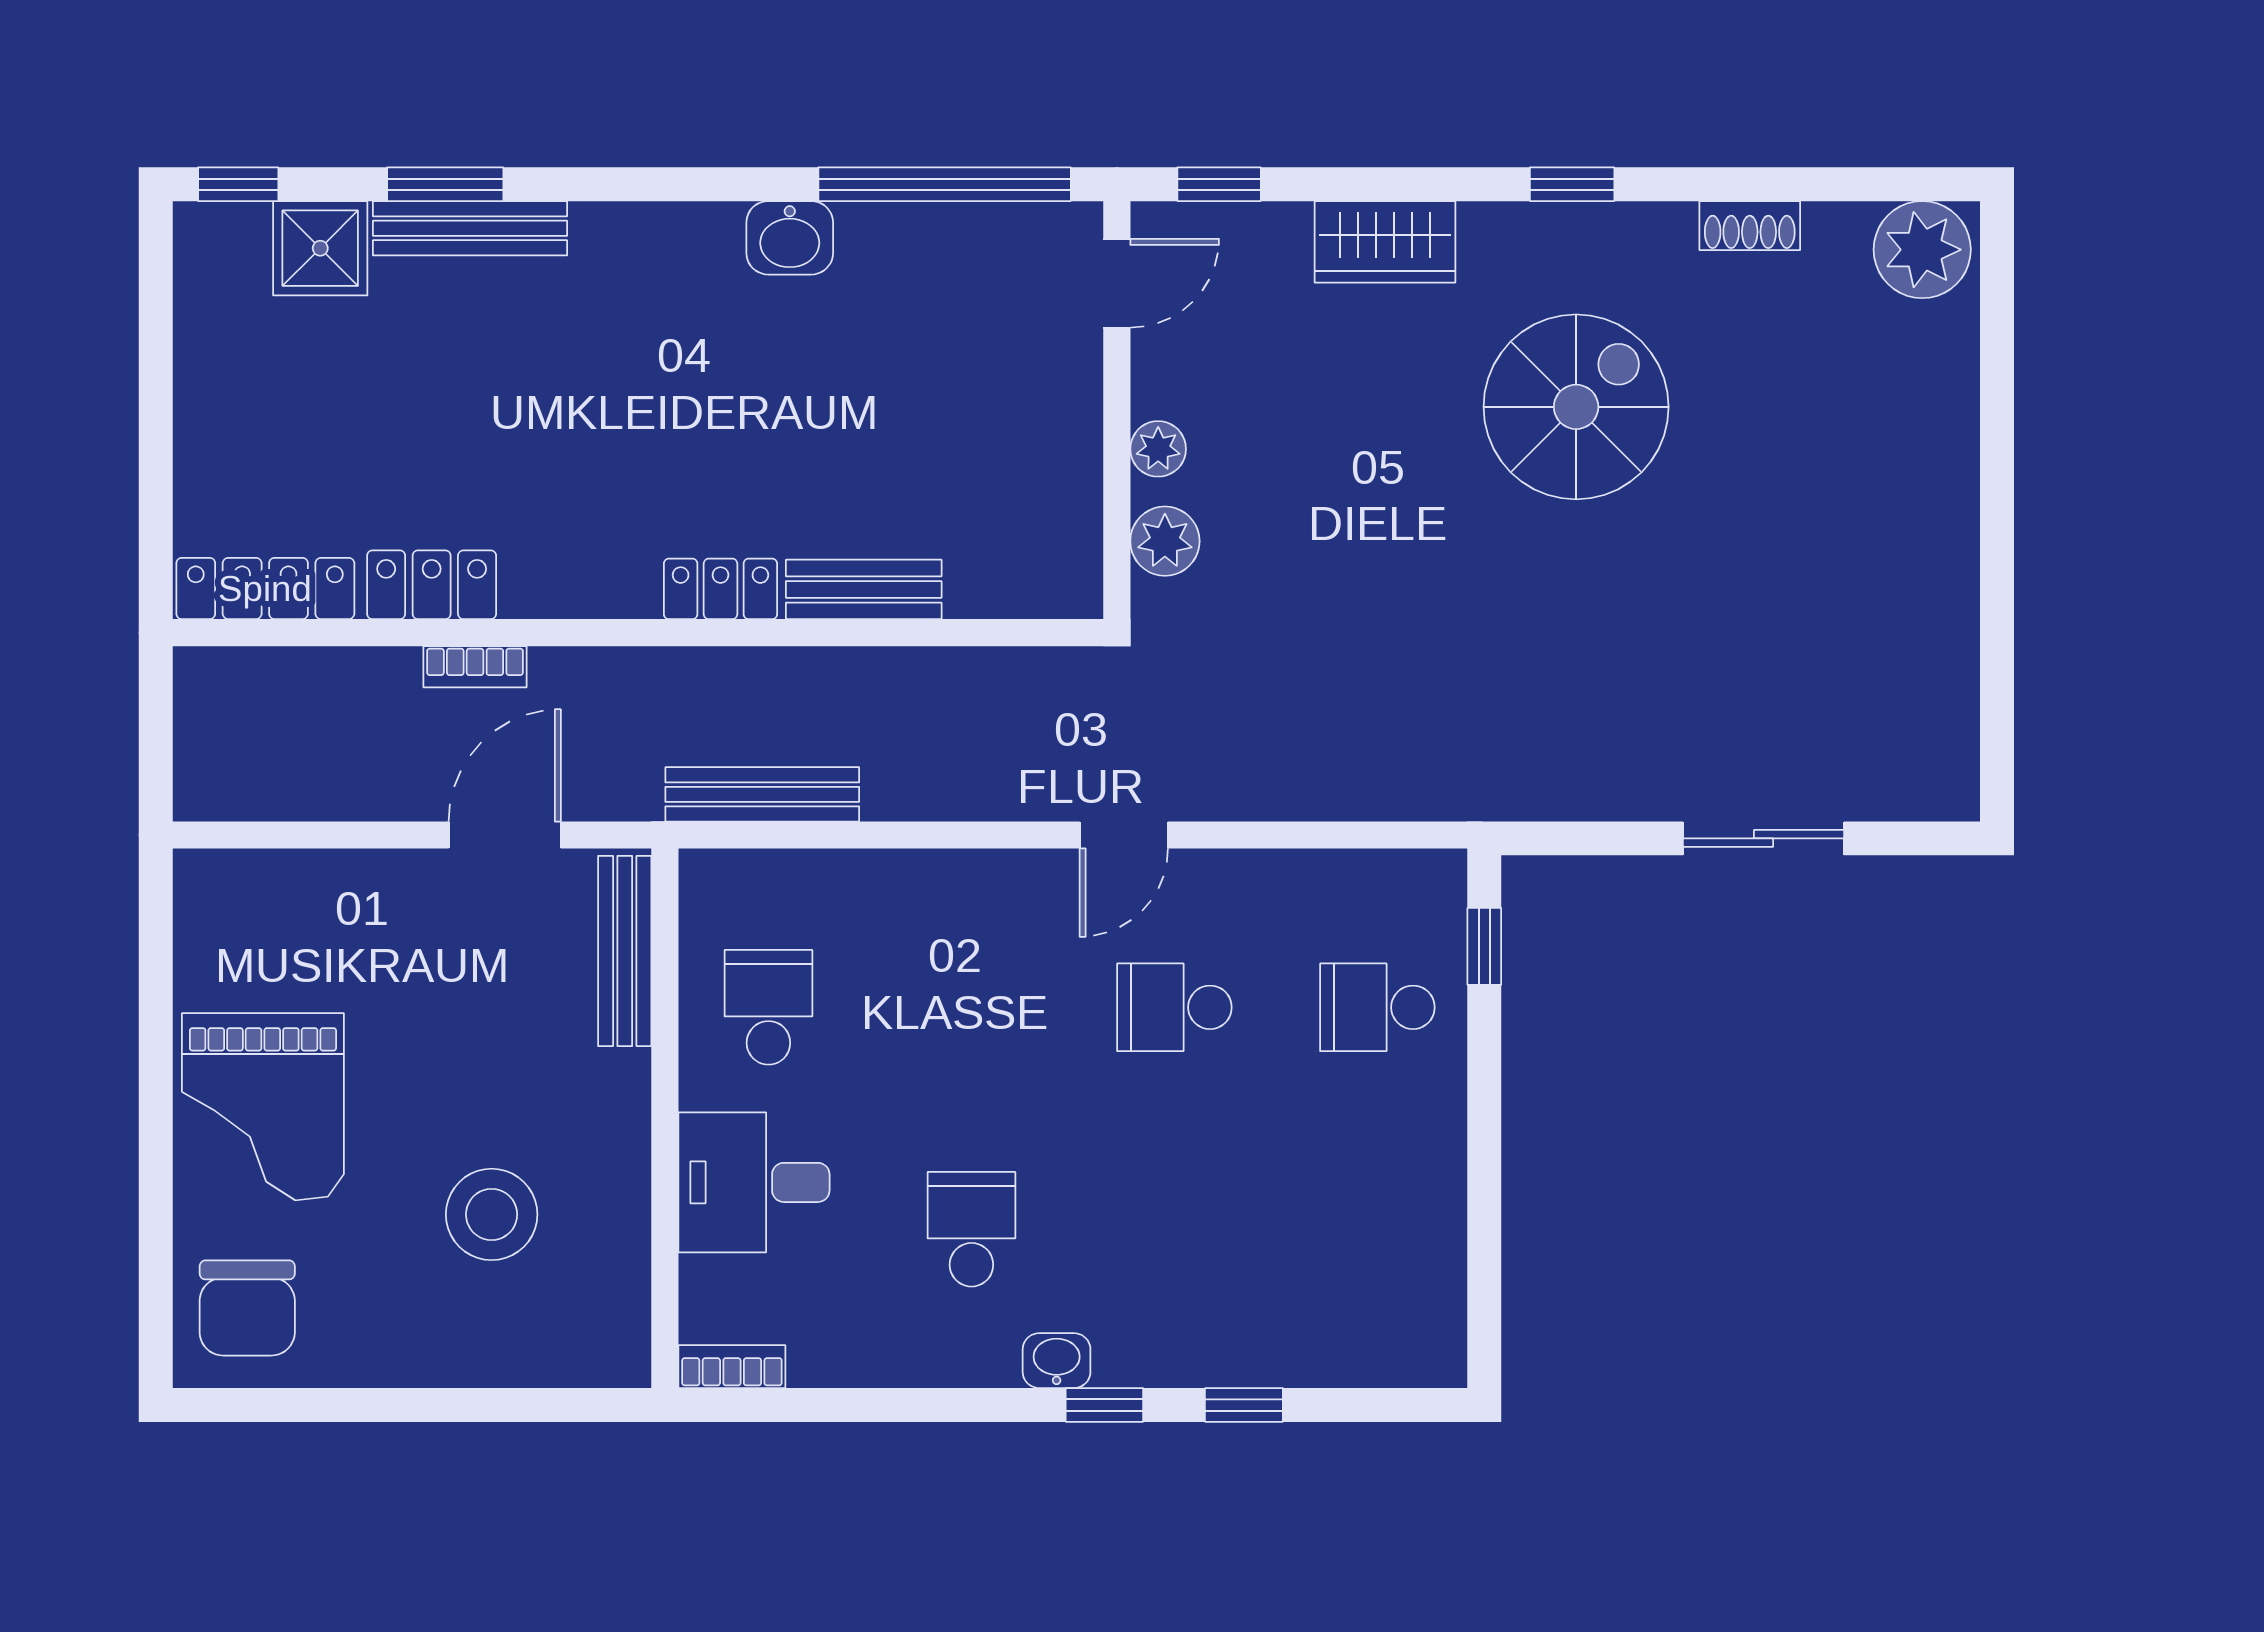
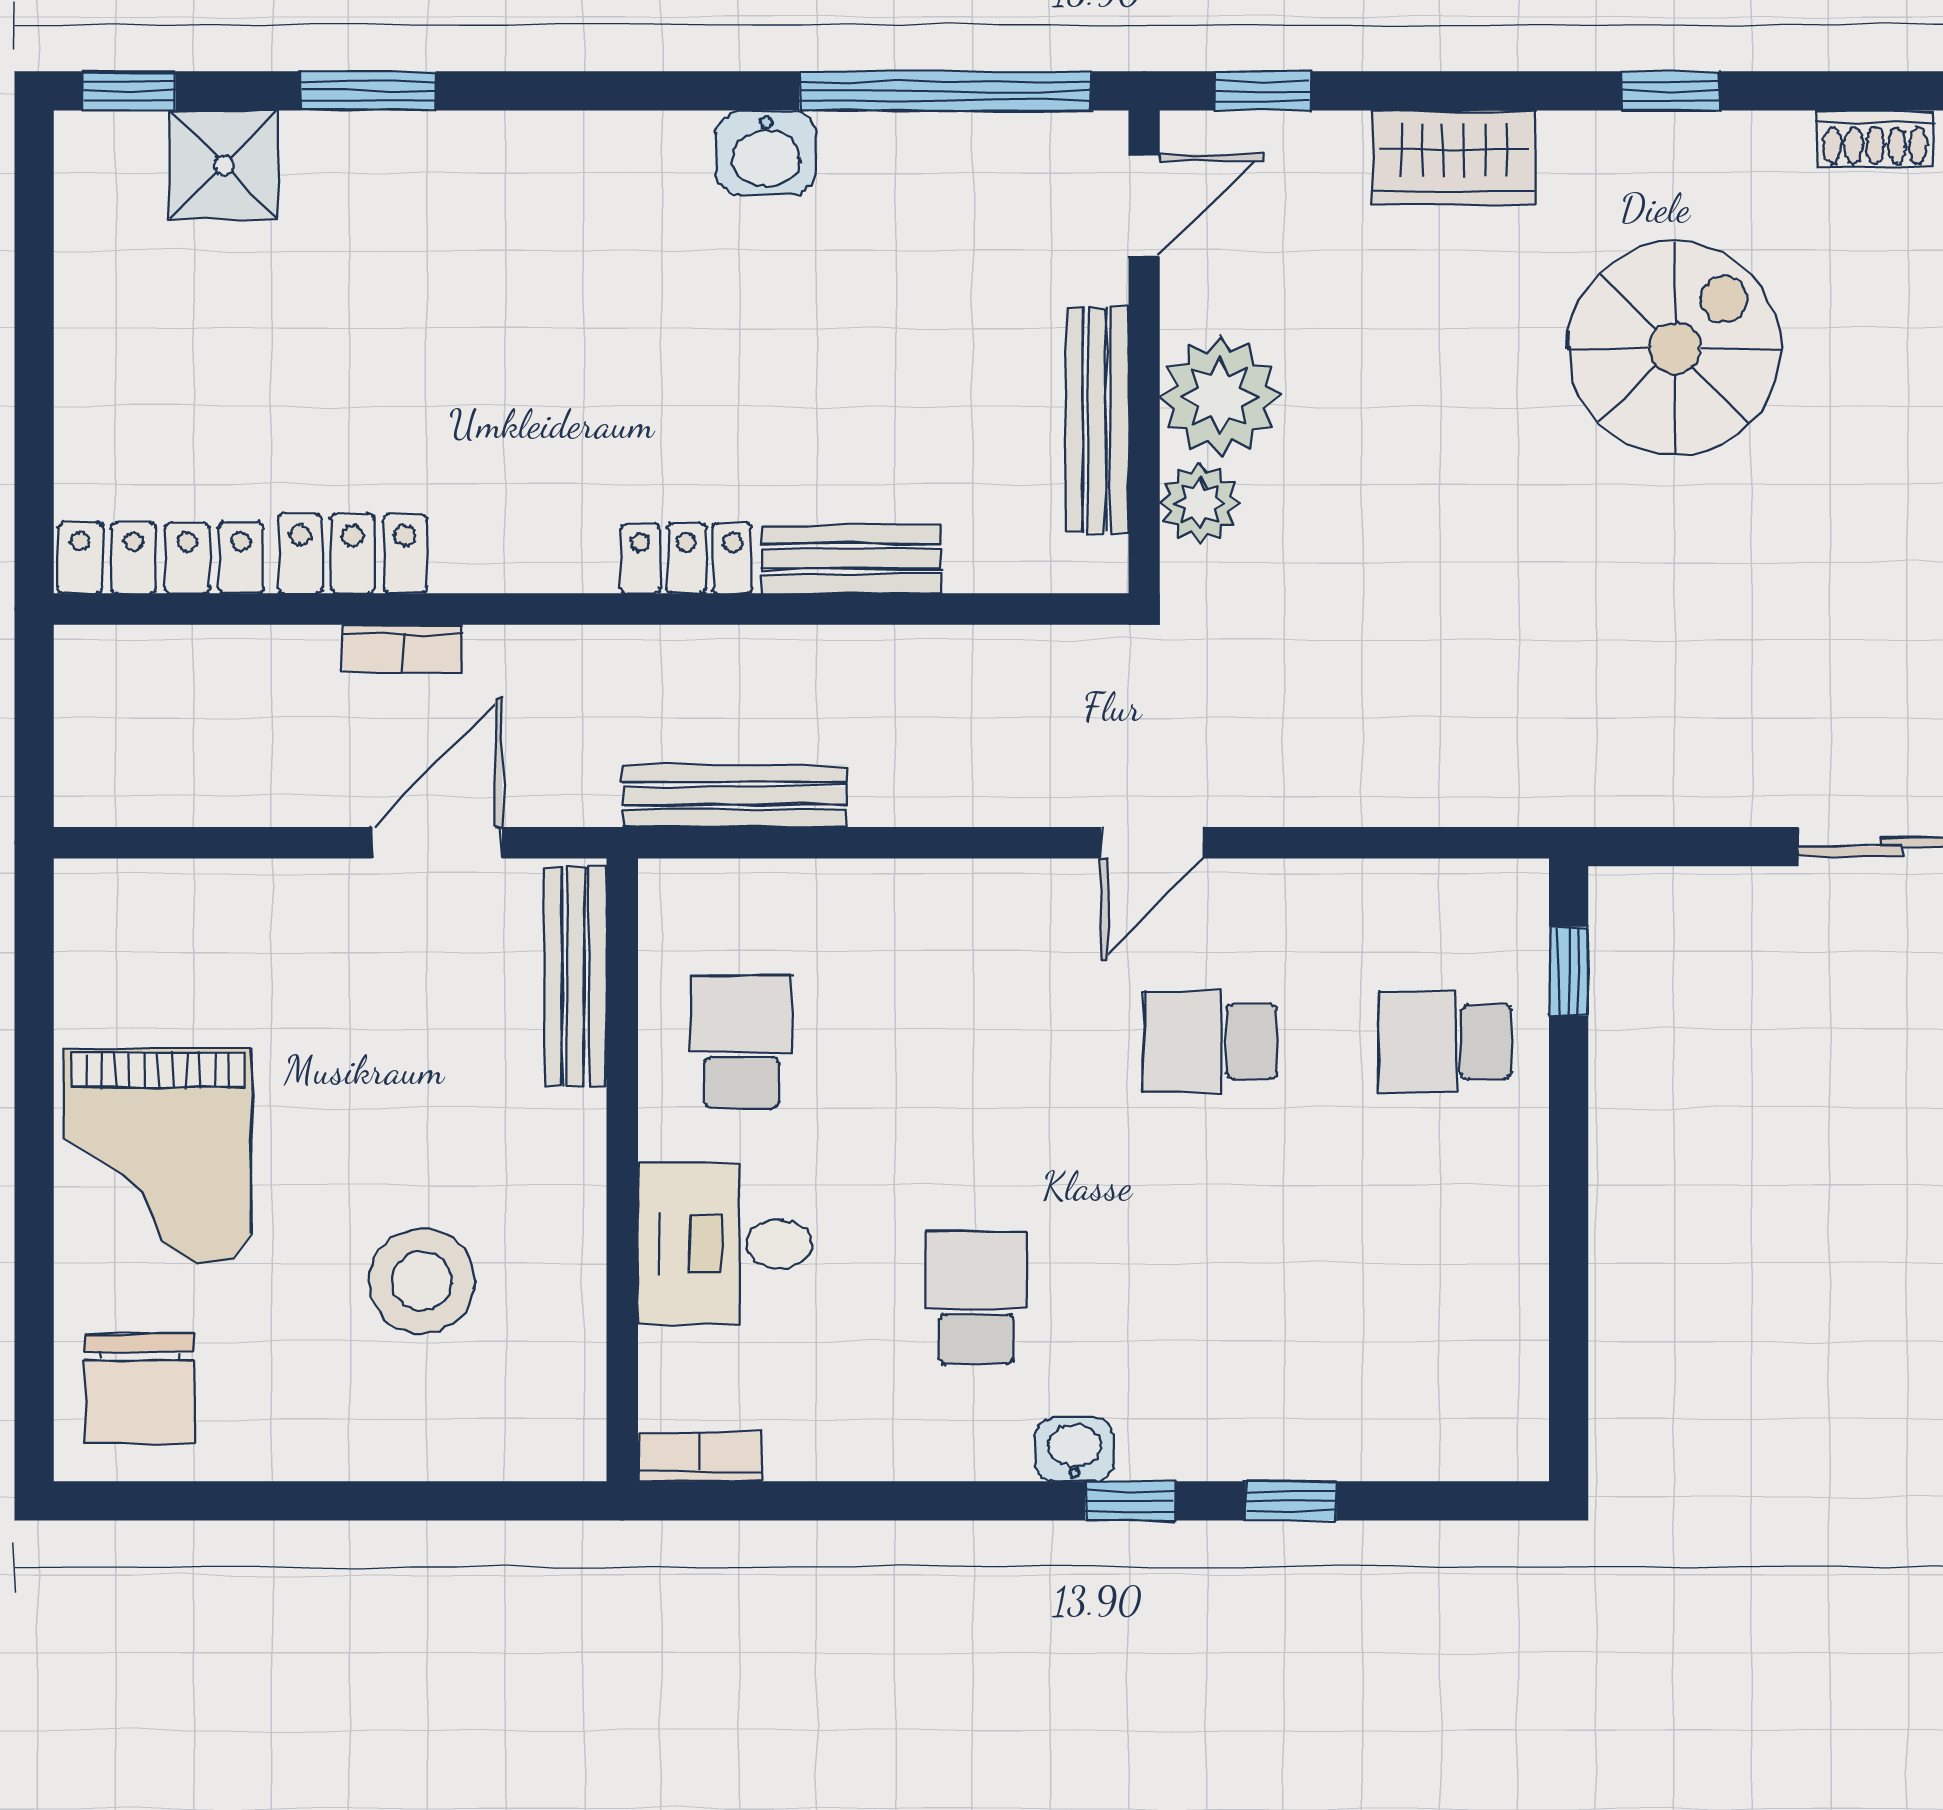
bench: (470, 228) -> (1097, 420), moved, turned 90
plant: (1158, 449) -> (1220, 397), width x1.88, depth x1.88

